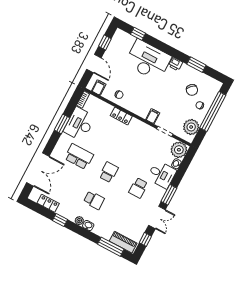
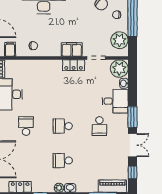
locker: (121, 116) -> (74, 65), moved
filing cabinet: (153, 116) -> (72, 49), width x2.00
school desk: (79, 157) -> (26, 126), width x0.54
school desk: (109, 172) -> (63, 126), turned -90
school desk: (94, 200) -> (63, 160), turned 180

